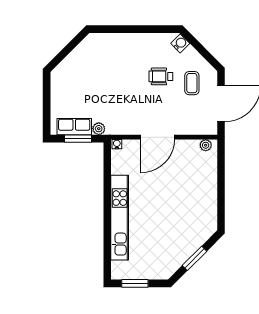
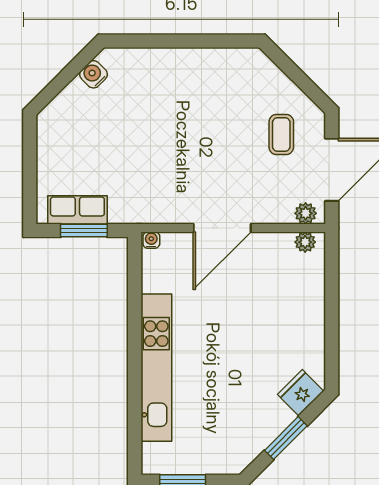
water cooler: (180, 43) -> (93, 74), moved, turned -90
wheelchair: (161, 76) -> (228, 123), removed
plant: (99, 129) -> (306, 213), moved
fridge: (203, 232) -> (301, 393), added

